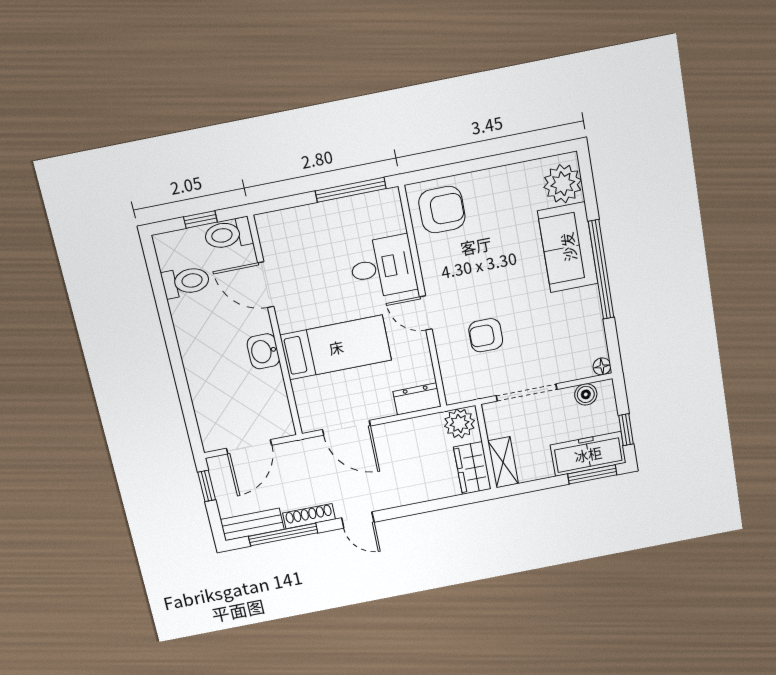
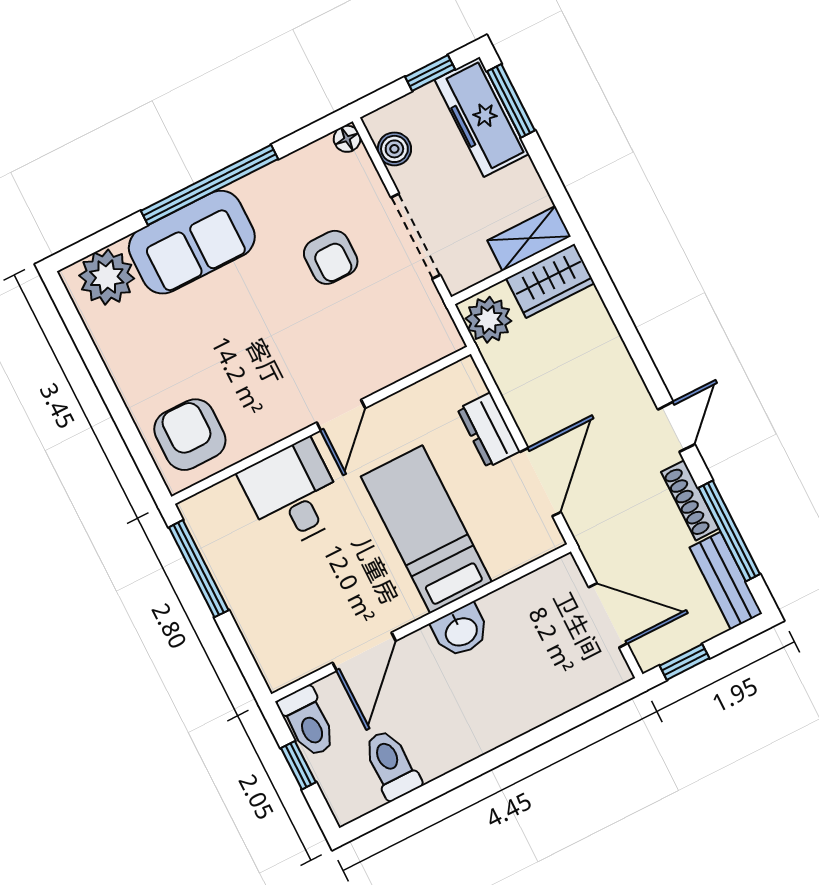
armchair: (486, 335) -> (331, 257), moved
dresser: (417, 399) -> (489, 430), moved

